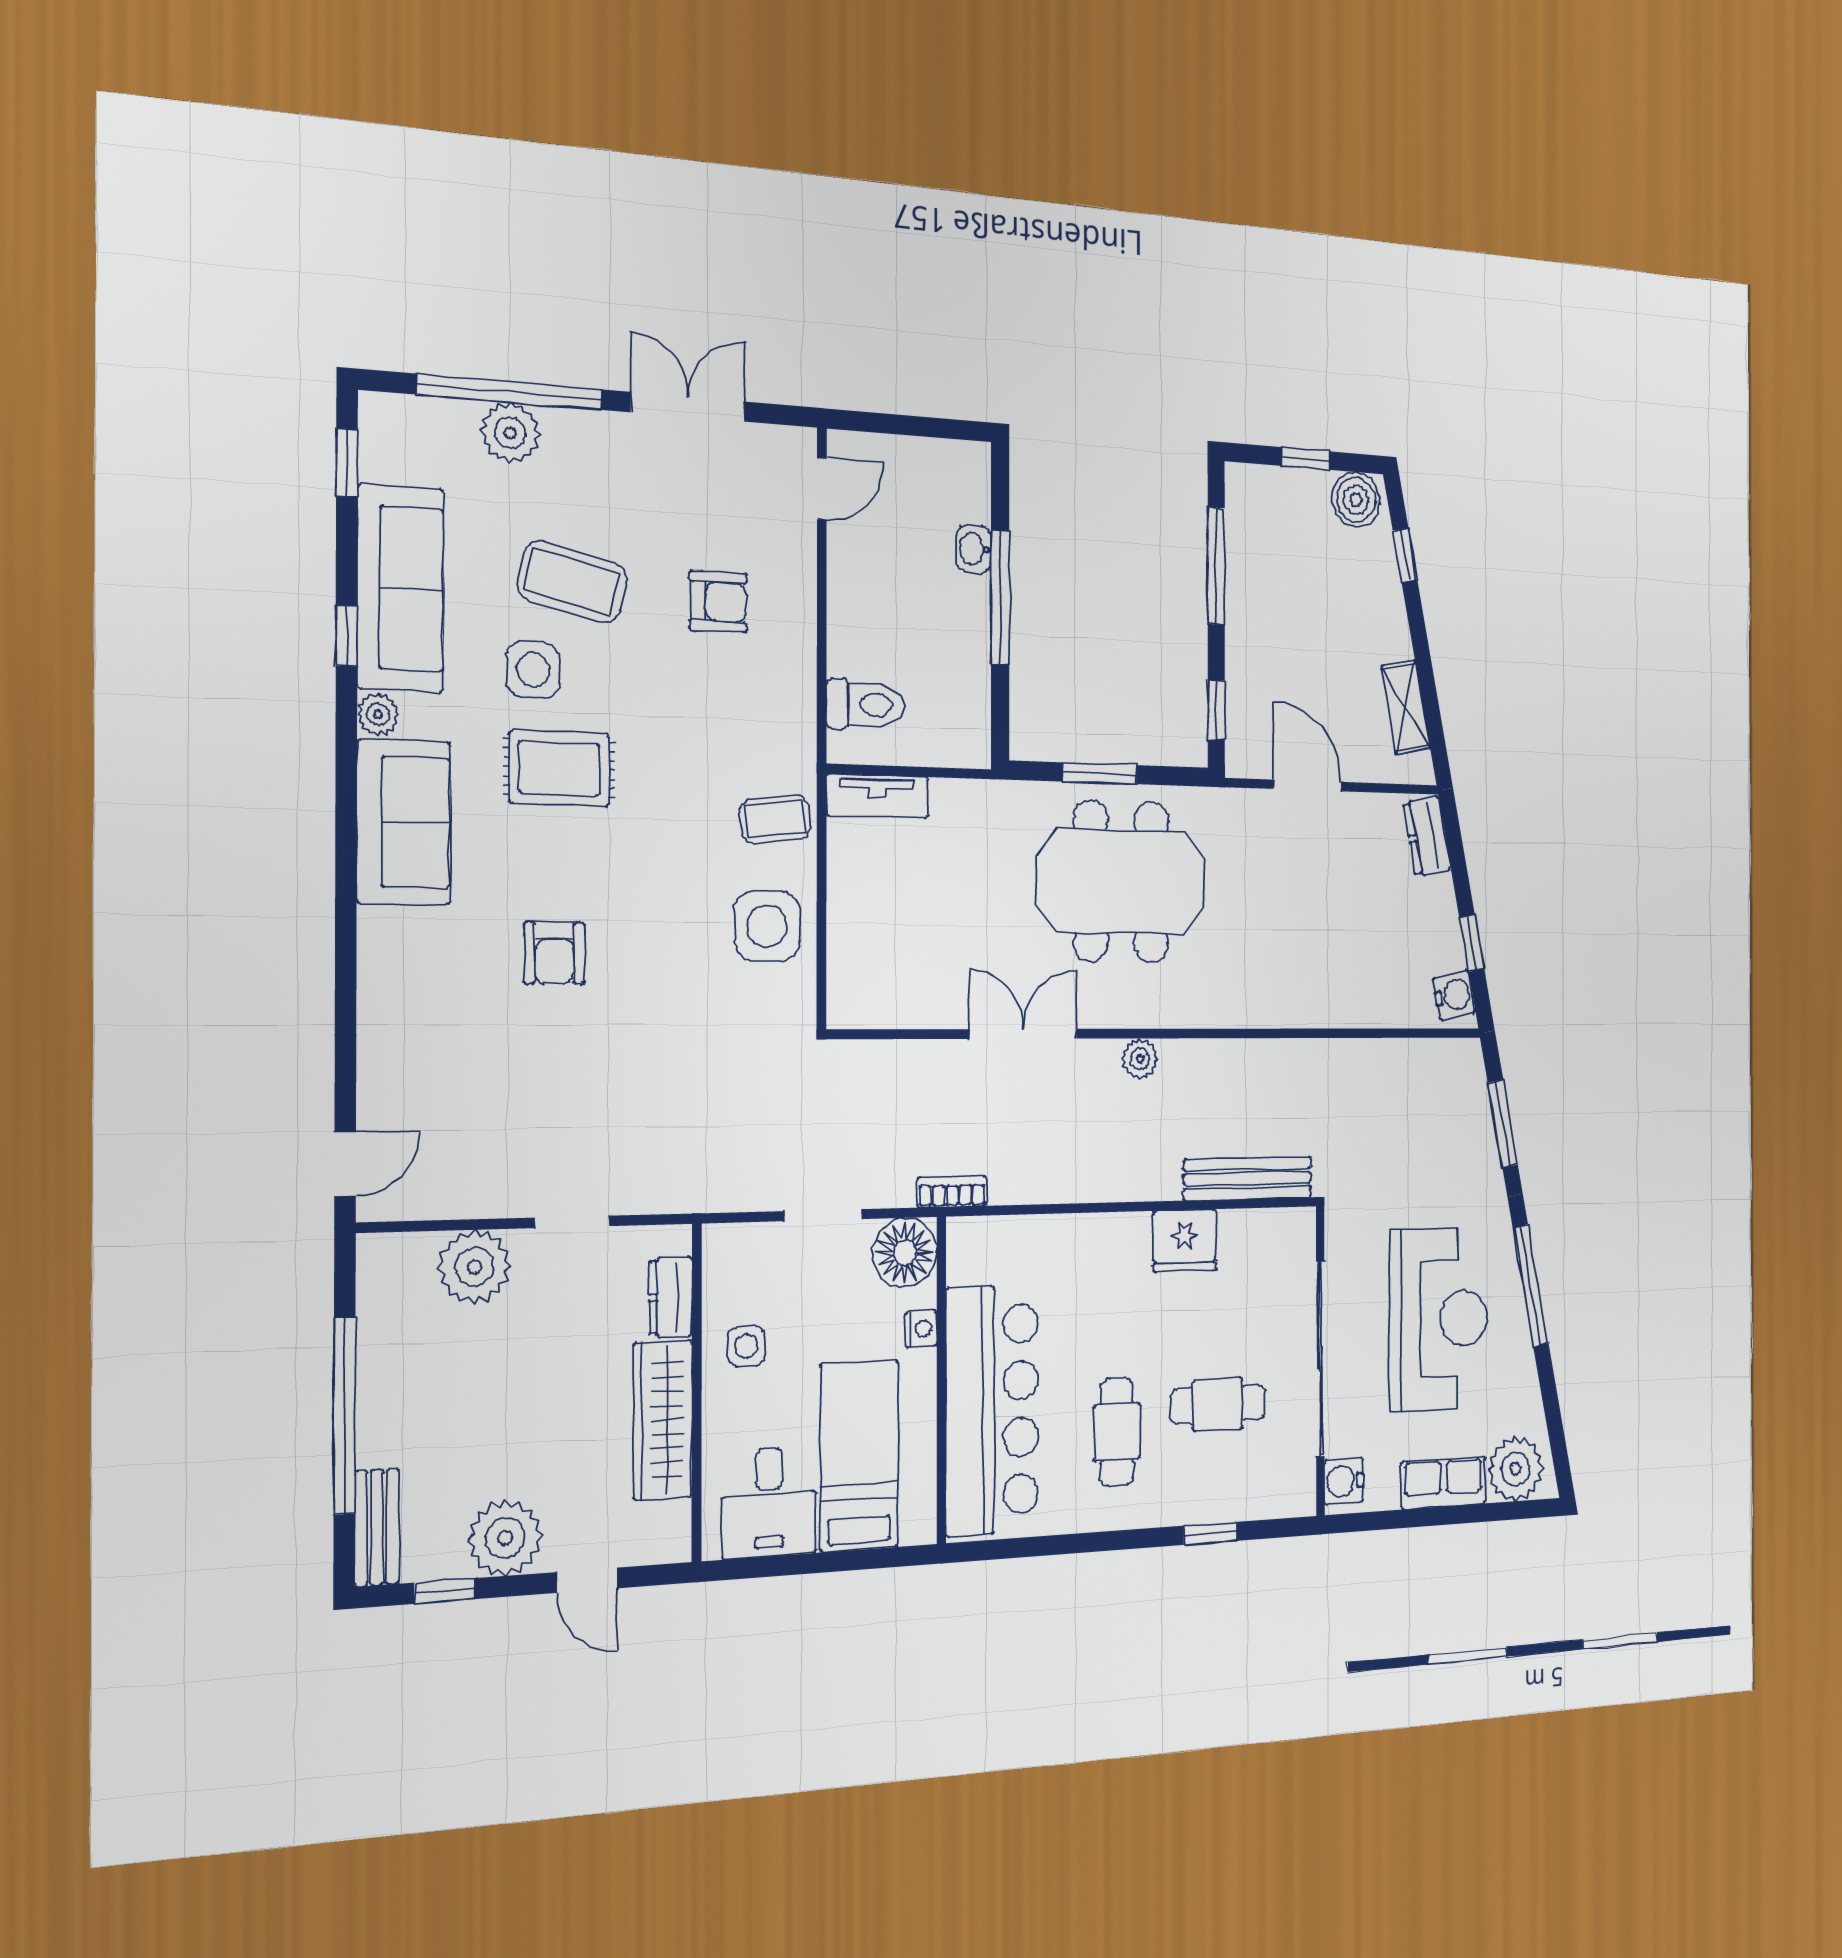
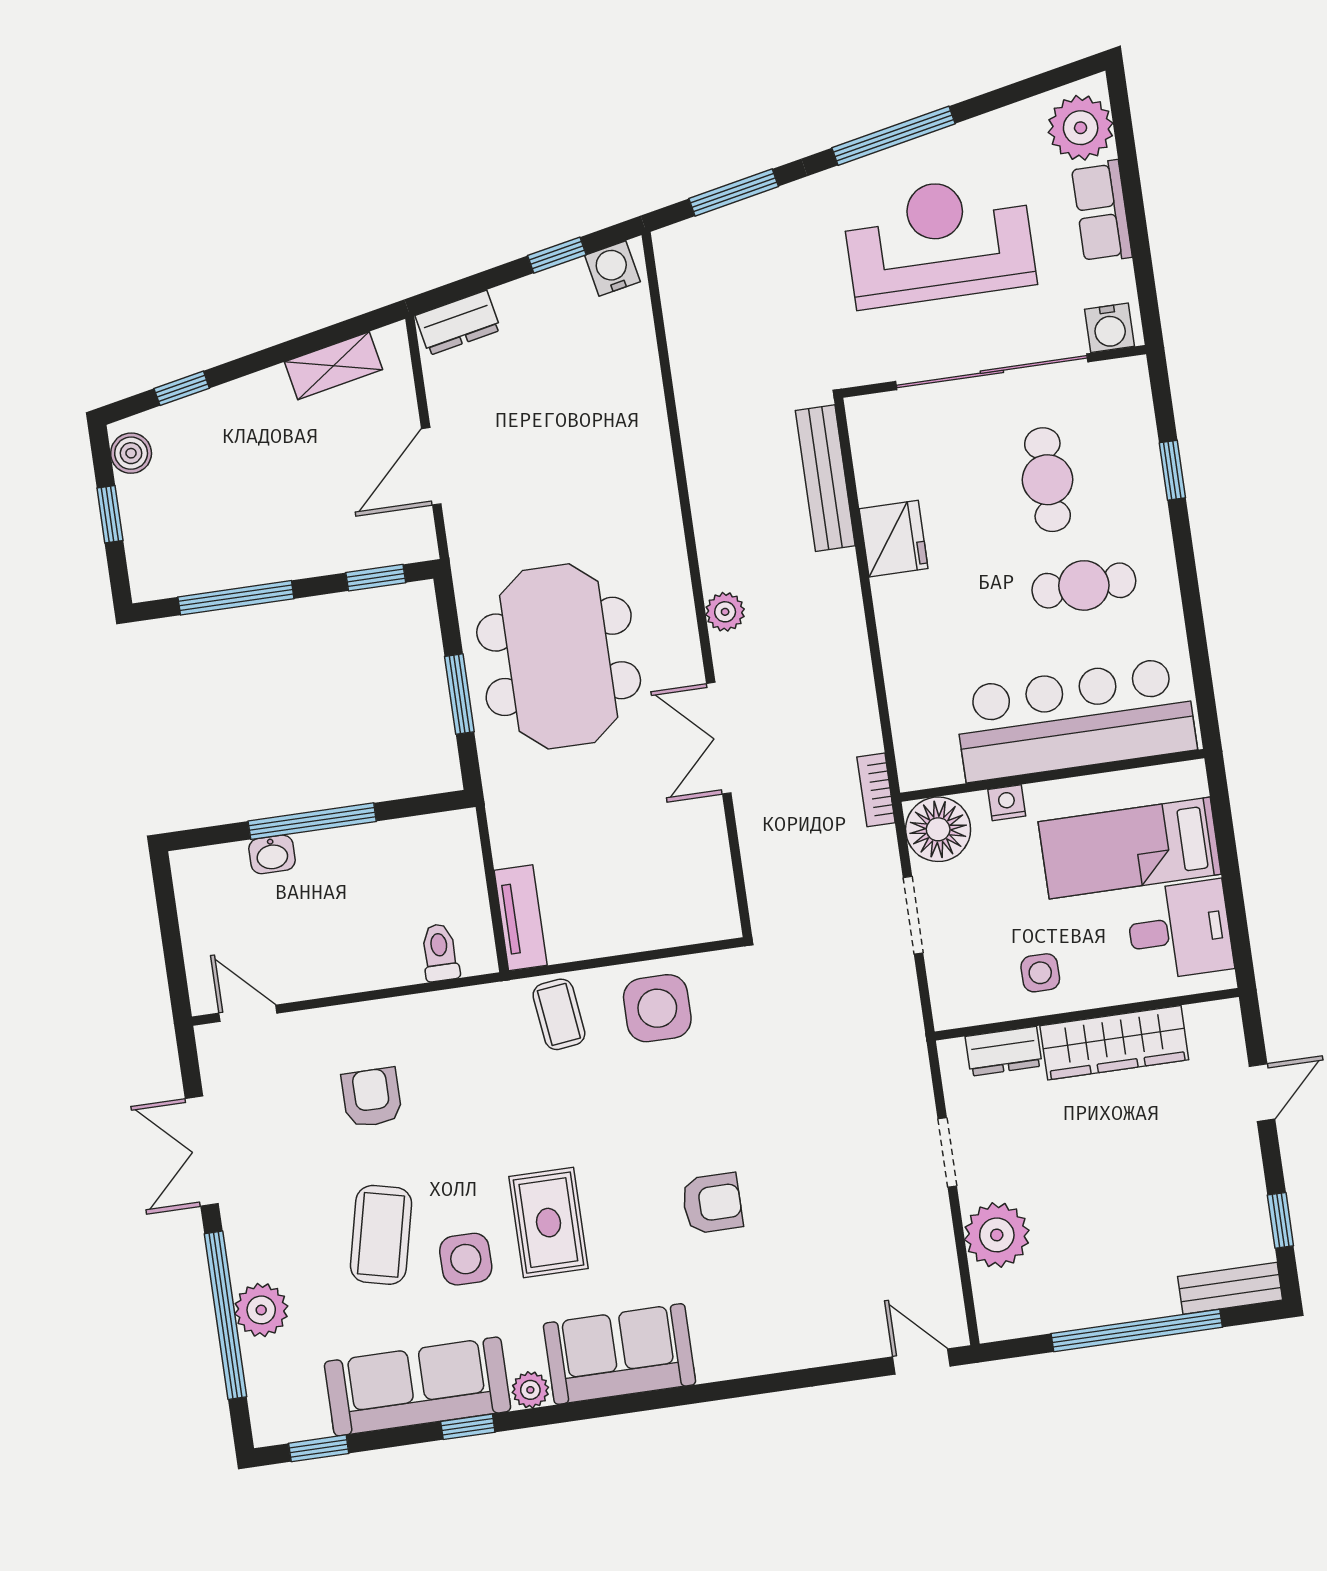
boiler: (1356, 500) -> (131, 453), width x0.73, depth x0.73
toilet: (865, 705) -> (440, 952), width x0.73, depth x0.72
plant: (505, 1538) -> (1230, 1173), removed

